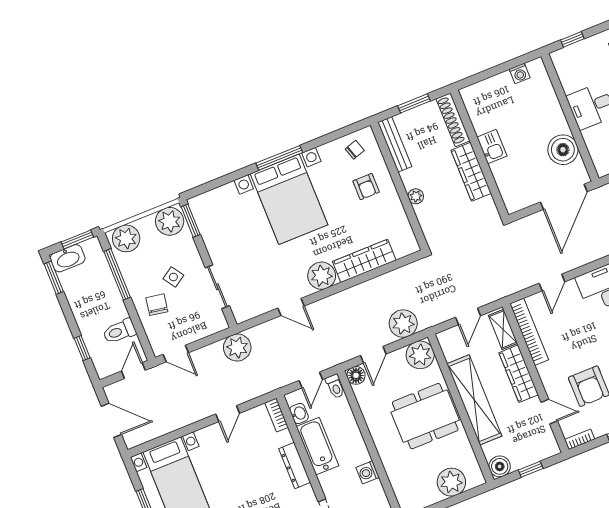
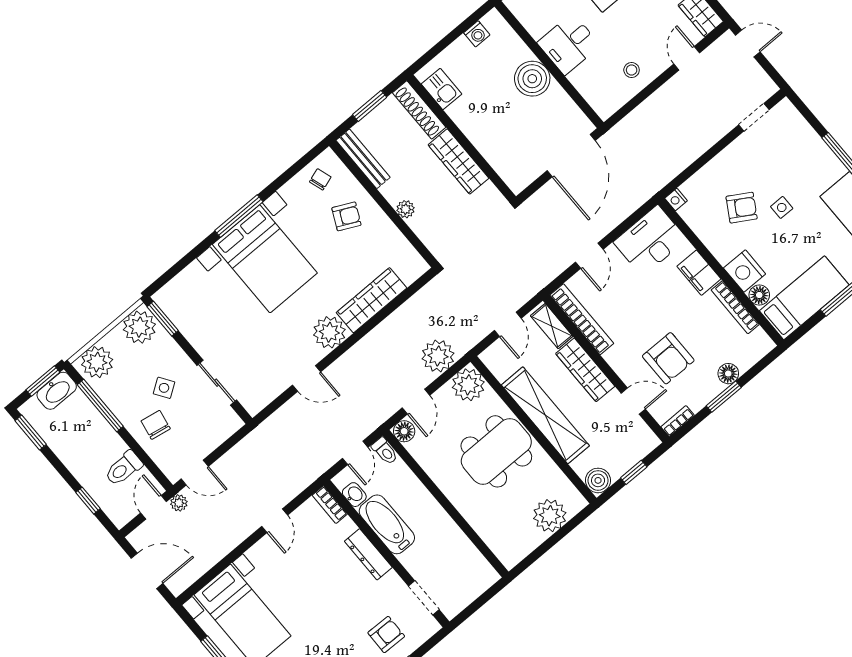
kitchen sink: (492, 147) -> (442, 89), moved
boiler: (563, 150) -> (532, 79), moved
armchair: (366, 187) -> (346, 216), turned -64
washbasin: (68, 258) -> (57, 391), moved
plant: (237, 347) -> (179, 503), moved, width x0.53, depth x0.53
washing machine: (368, 472) -> (453, 535), removed

